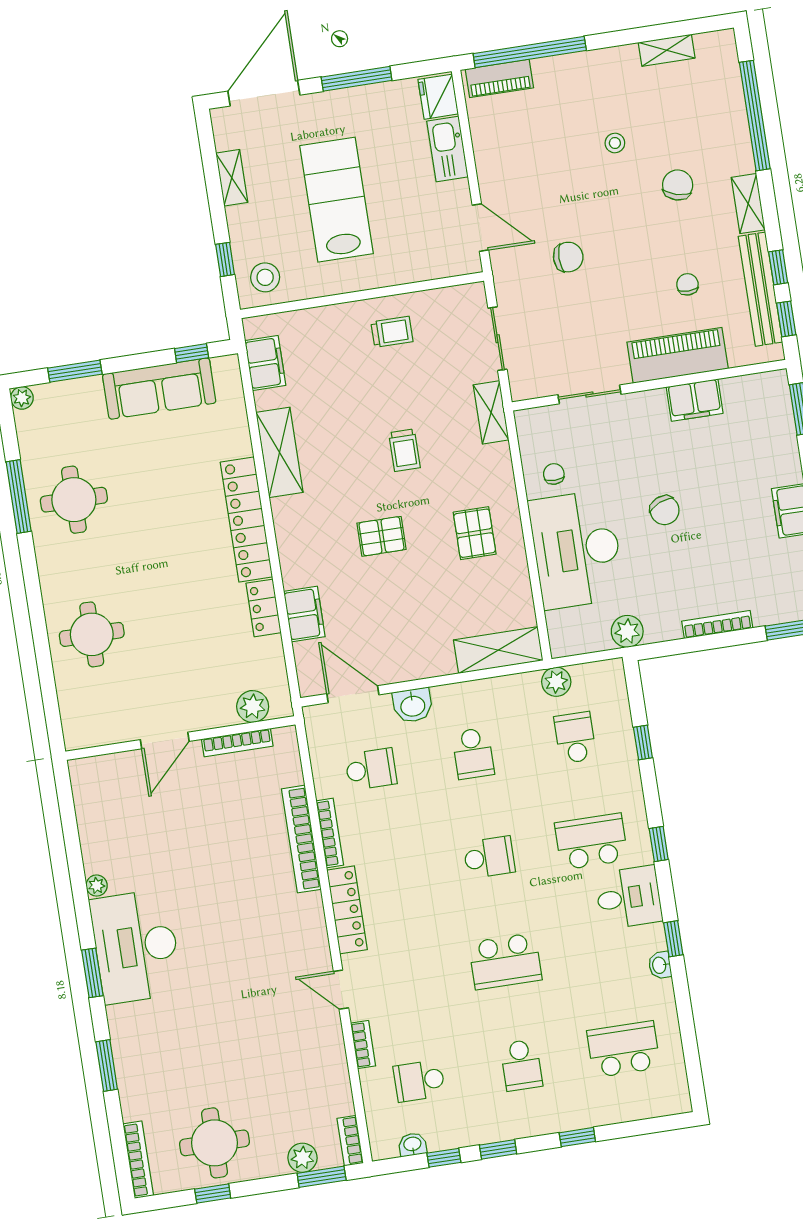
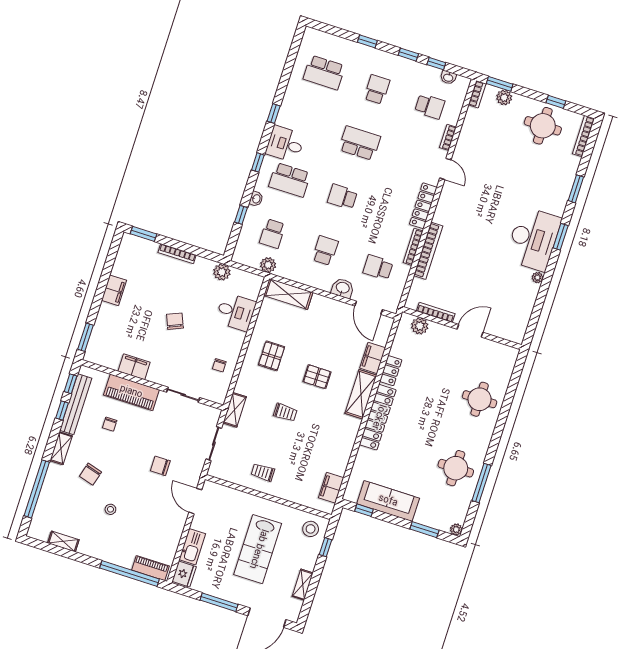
trolley: (405, 450) -> (285, 412), turned 90
shelving: (280, 452) -> (361, 394), moved
desk: (577, 549) -> (236, 312), width x0.53, depth x0.77
washbasin: (660, 965) -> (256, 199), moved

